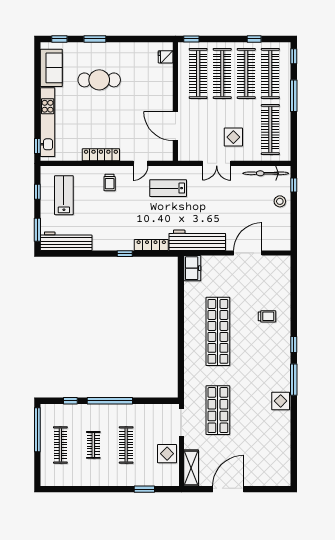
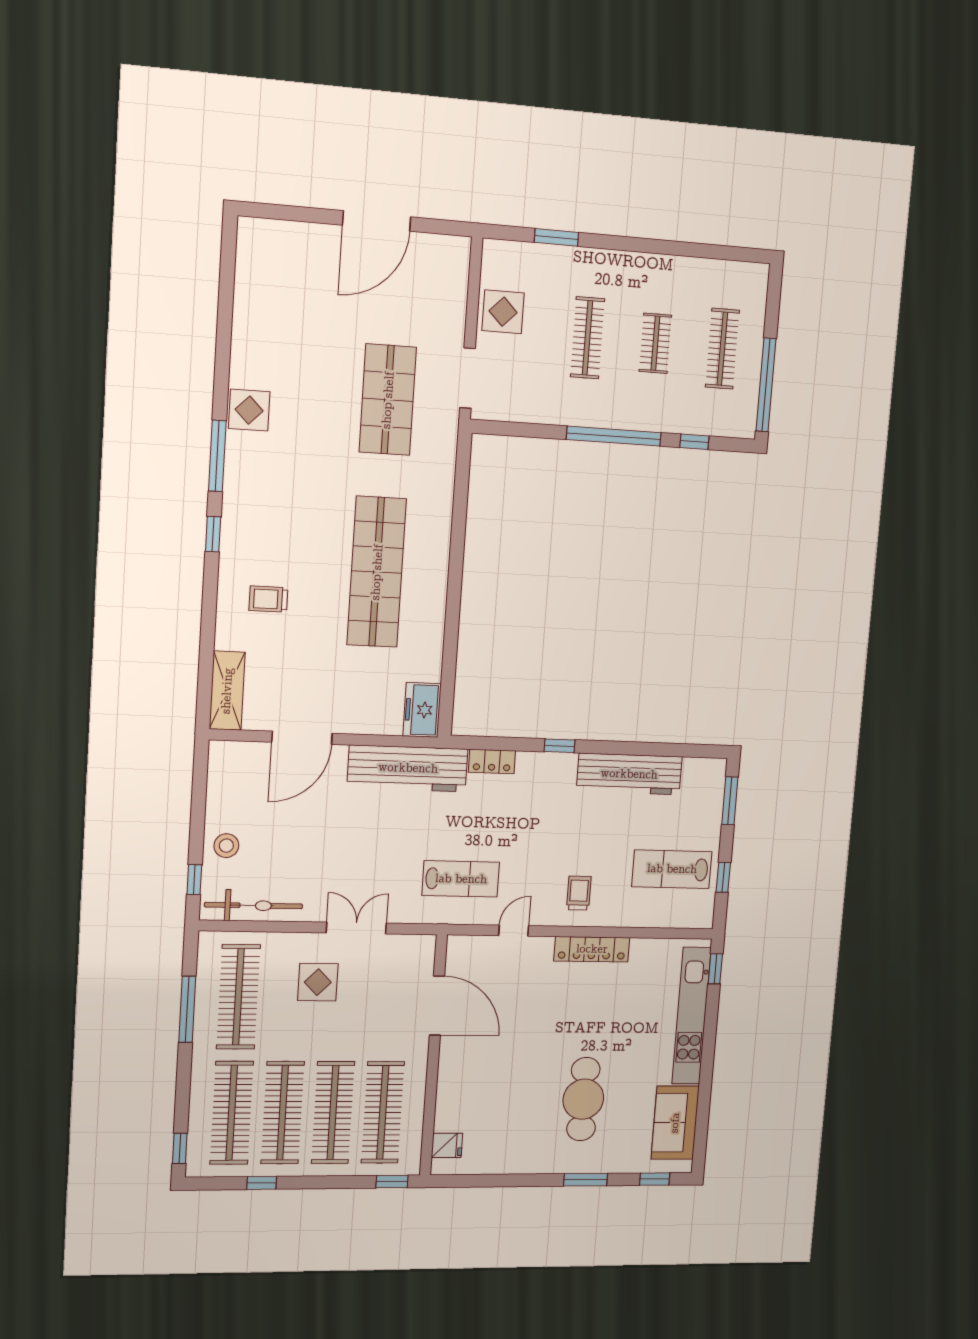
cafe table: (99, 80) -> (583, 1099), turned 90
window: (294, 96) -> (187, 1009), moved
lab bench: (64, 195) -> (672, 869), turned 90
workbench: (66, 241) -> (629, 774), moved
locker: (151, 245) -> (492, 761), width x0.66
shelving: (191, 468) -> (227, 691), moved

